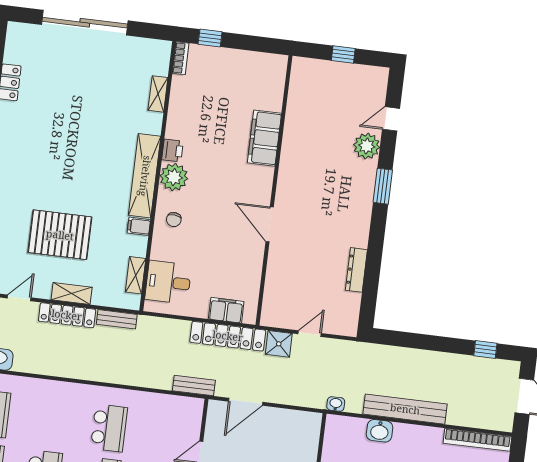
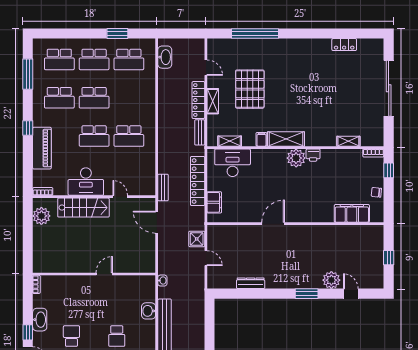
filing cabinet: (264, 138) -> (352, 213), moved
shelving: (145, 176) -> (286, 139), width x0.68
chair: (174, 220) -> (376, 192), moved
desk: (168, 282) -> (233, 163), width x1.37
locker: (228, 336) -> (198, 181), moved

